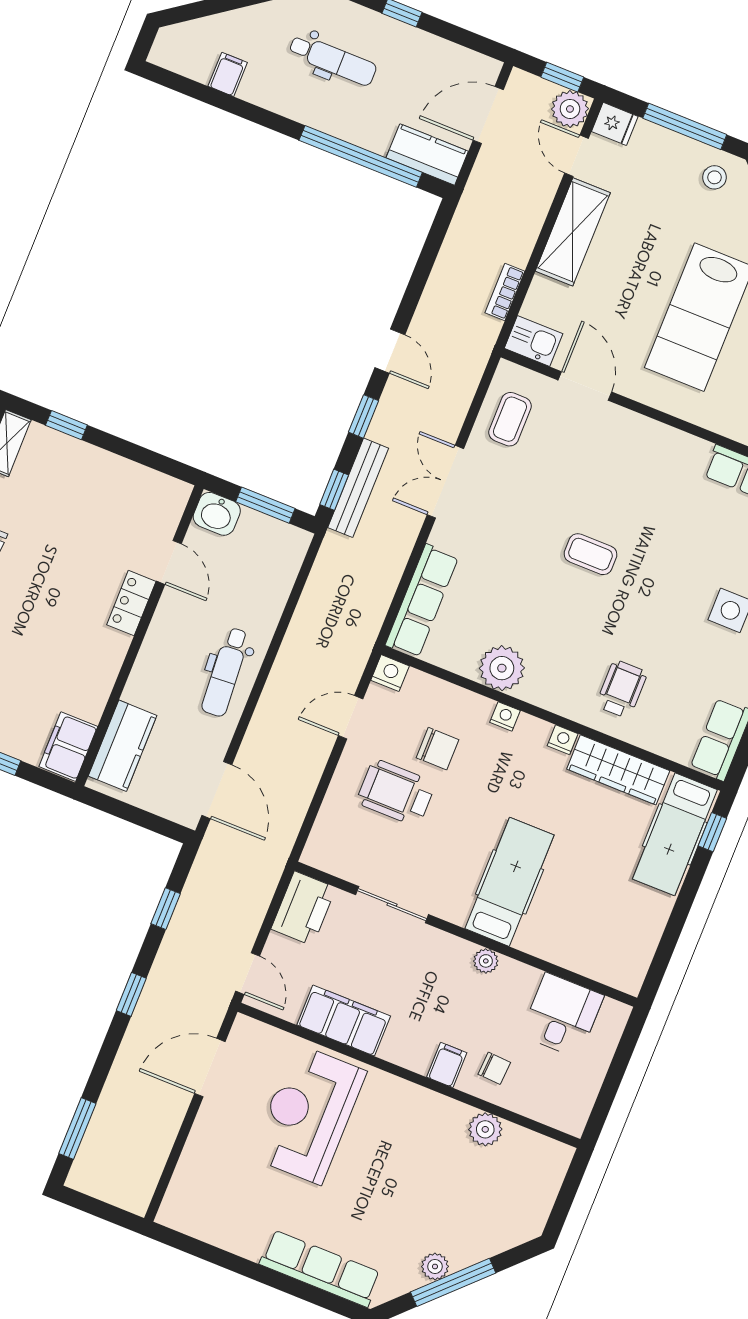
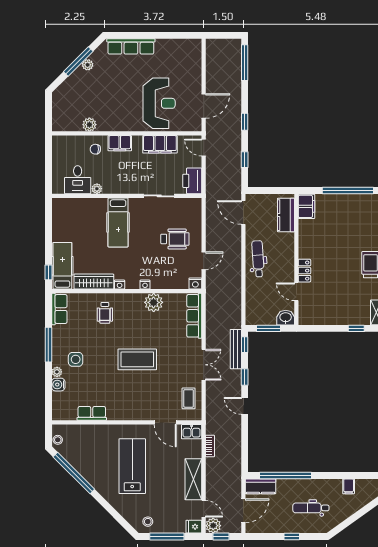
coffee table: (590, 554) -> (137, 359), width x1.86, depth x1.72
chair: (437, 749) -> (166, 262), removed
plant: (486, 961) -> (97, 189), moved
filing cabinet: (447, 1065) -> (120, 143), width x2.00
window: (77, 1128) -> (245, 63), width x1.44

